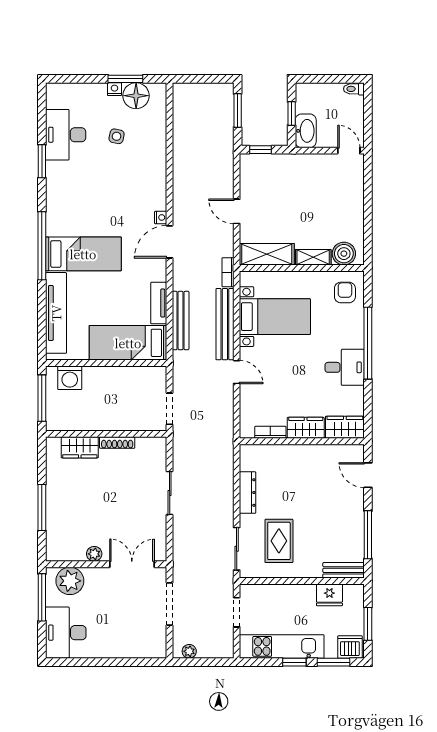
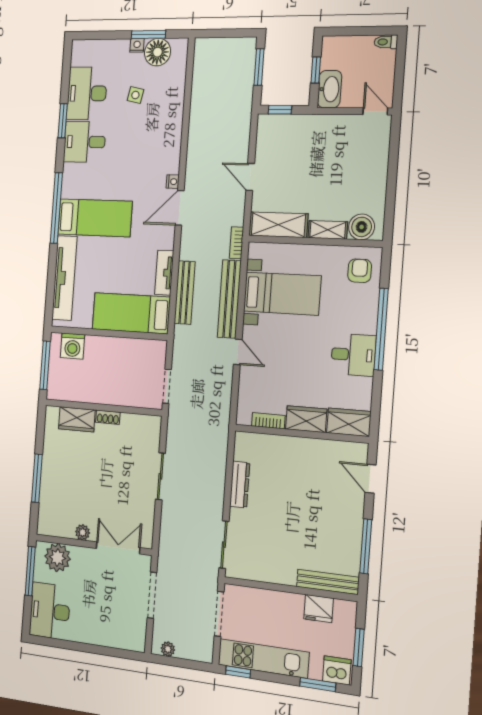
desk: (67, 181) -> (84, 142), added
shoe rack: (117, 443) -> (108, 417), width x0.70
rug: (279, 541) -> (269, 541), removed
bench: (344, 570) -> (328, 582), width x1.36
doorway: (237, 612) -> (219, 614), width x1.38
window: (294, 662) -> (238, 672), moved

